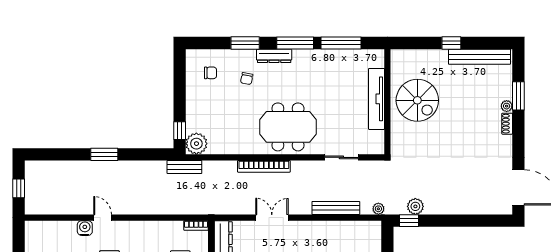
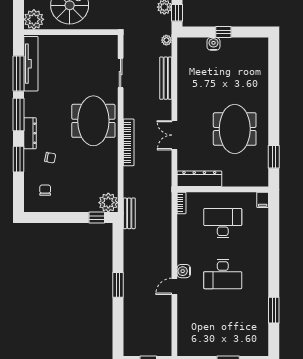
plant: (402, 60) -> (34, 19), added
tv unit: (377, 99) -> (31, 64), moved, turned -90
water cooler: (85, 228) -> (184, 271), moved

